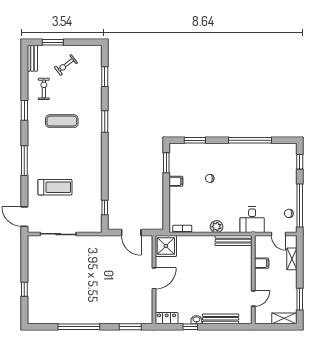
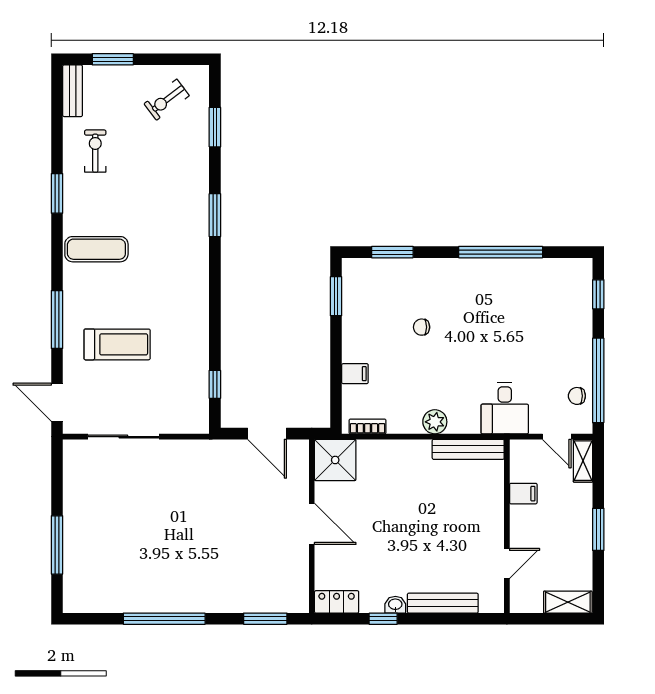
exercise bike: (66, 65) -> (167, 100), moved
exercise mat: (62, 121) -> (96, 249), moved
window: (24, 161) -> (57, 319), moved
filing cabinet: (176, 181) -> (355, 374), moved
shelving: (292, 259) -> (583, 461), moved
door: (154, 278) -> (312, 524), hinge flipped
window: (24, 289) -> (57, 545), width x2.17
window: (300, 299) -> (598, 529), moved

